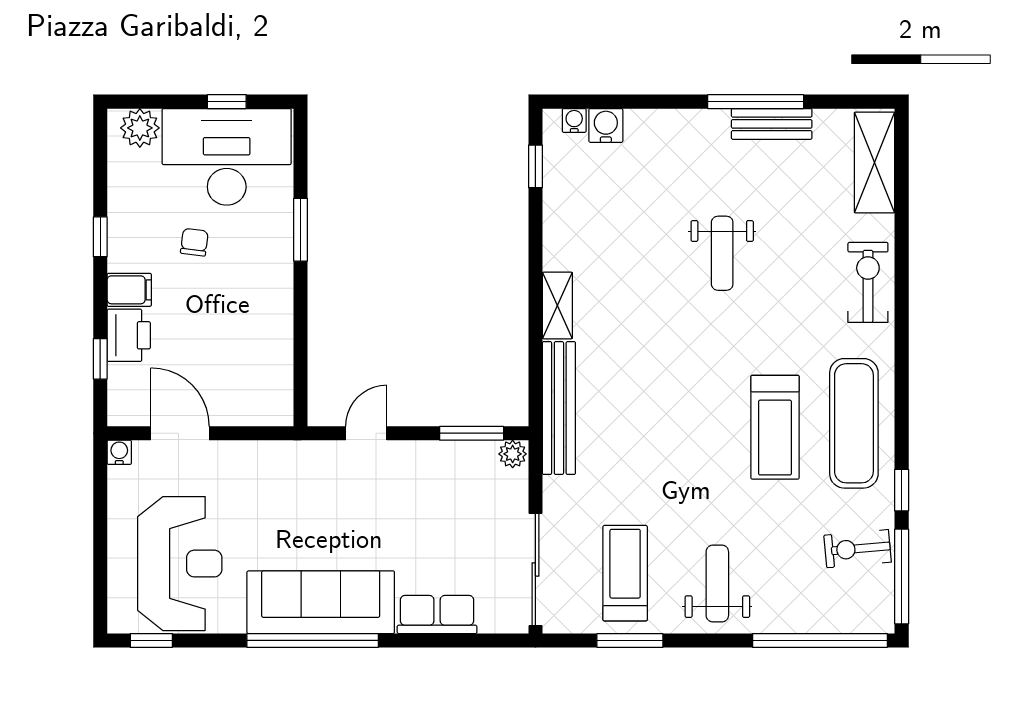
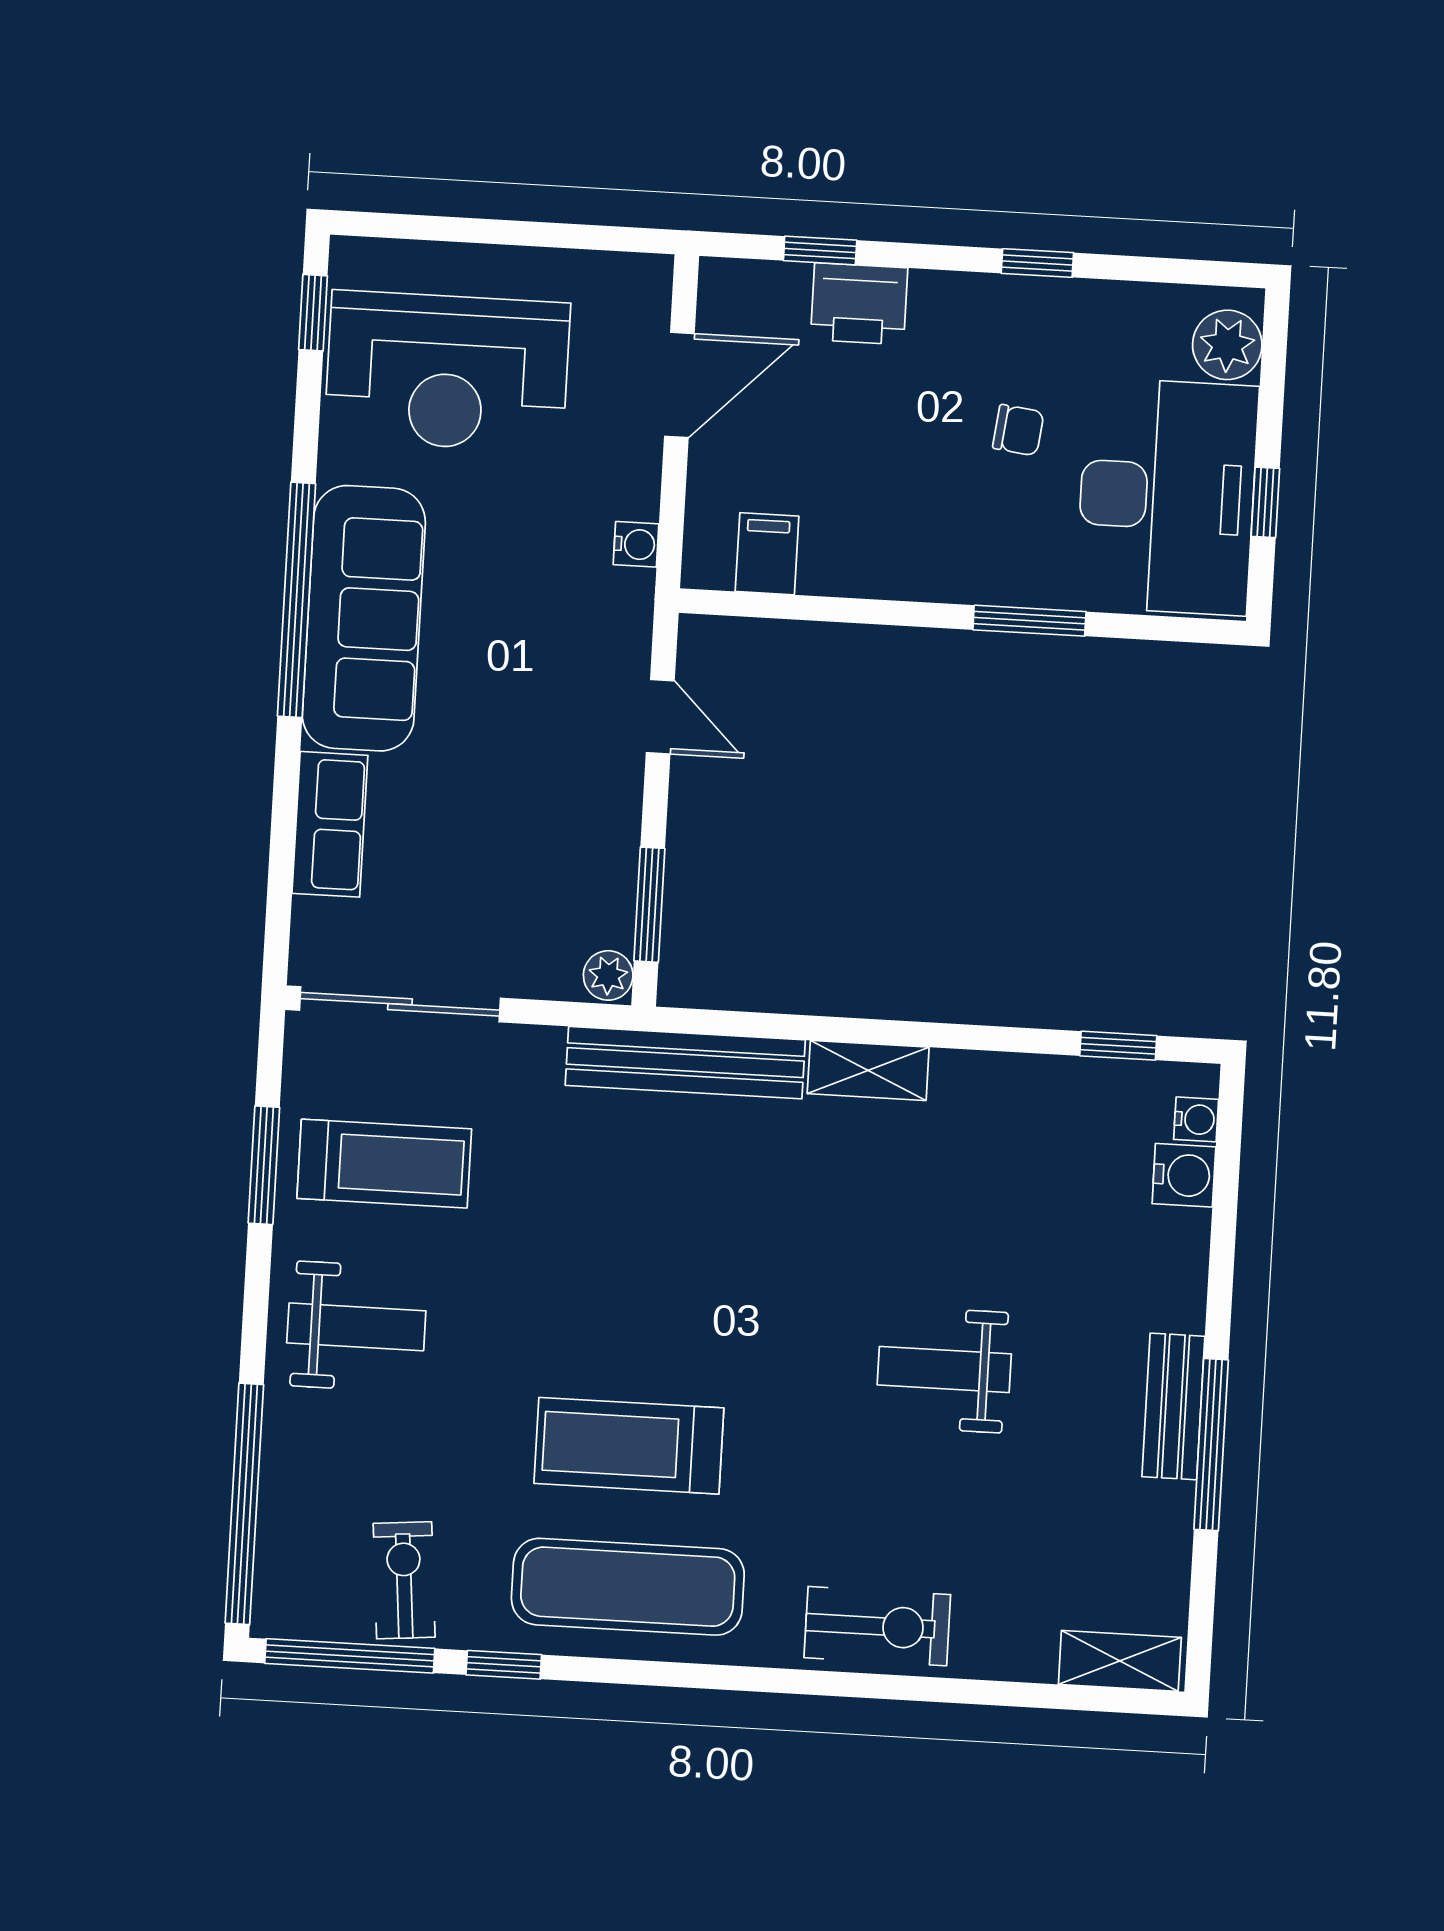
bench: (772, 124) -> (1173, 1406), moved
shelving: (875, 162) -> (1120, 1661), width x0.67, depth x0.75
filing cabinet: (129, 290) -> (767, 554), moved, turned 180
water cooler: (119, 452) -> (636, 544), moved

